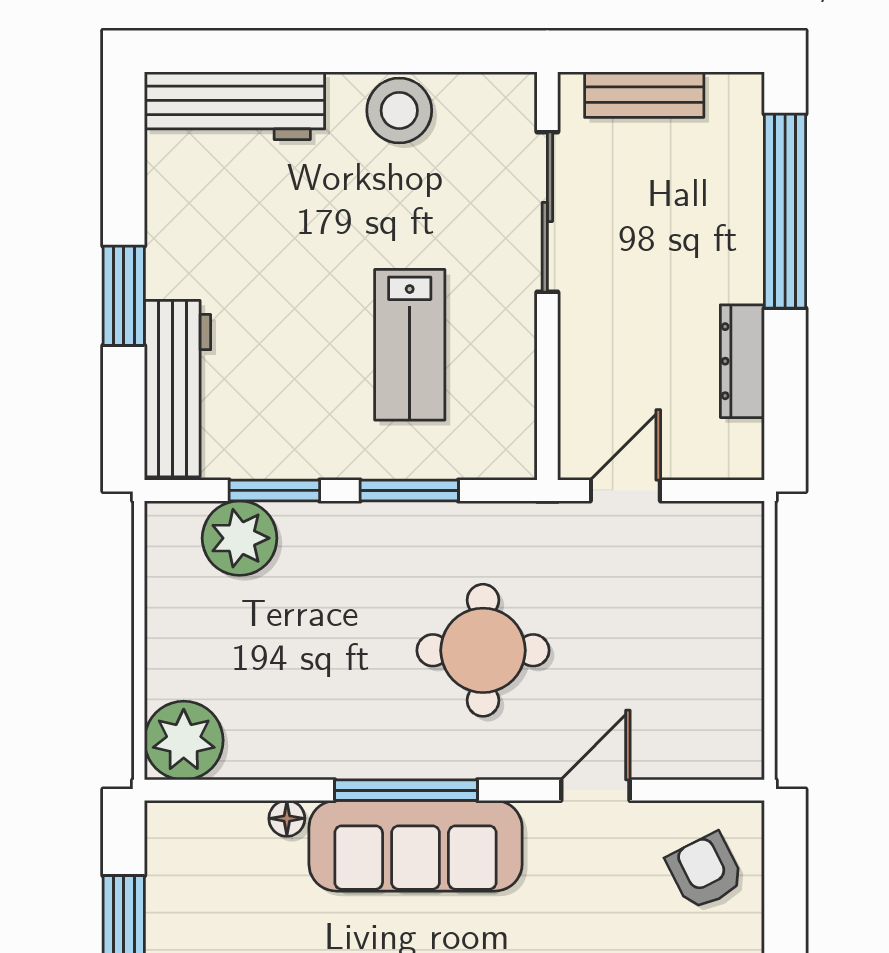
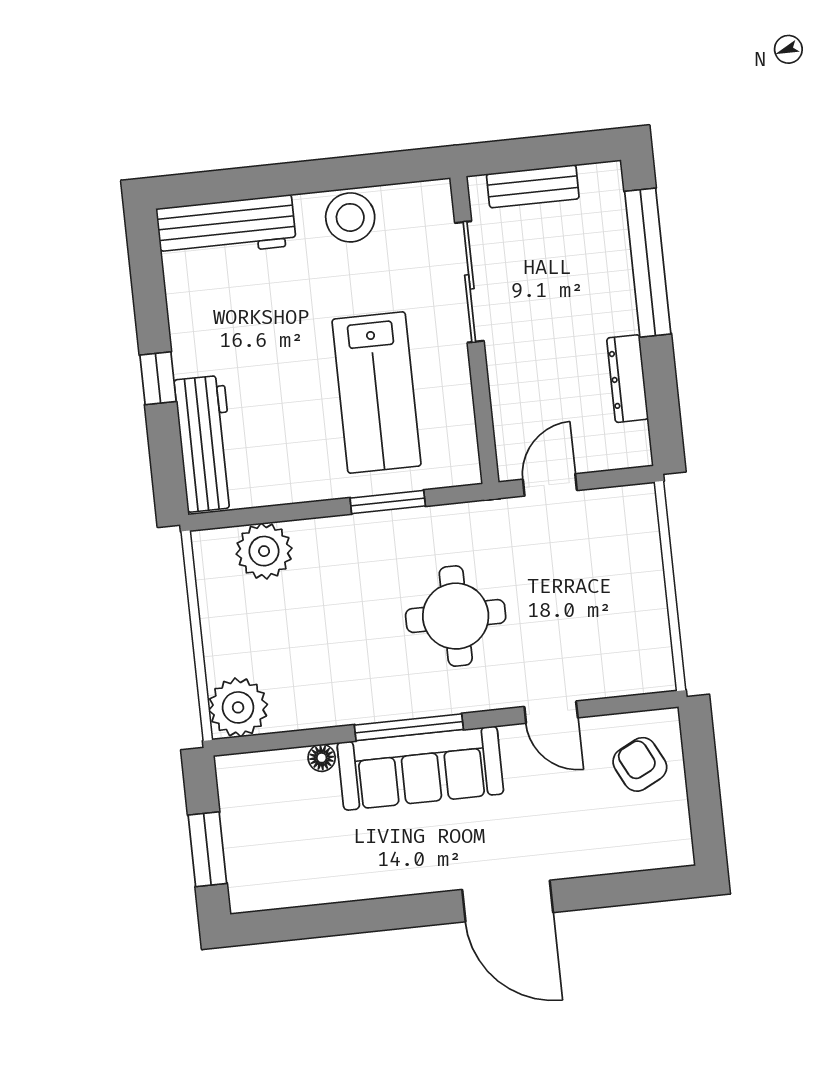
window: (124, 296) -> (158, 378), width x0.67
lab bench: (410, 345) -> (377, 393), width x1.36, depth x1.39
window: (274, 490) -> (286, 513), removed
door: (595, 790) -> (551, 712), swing flipped

